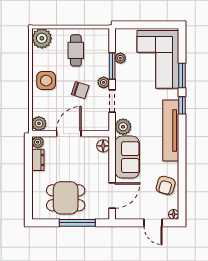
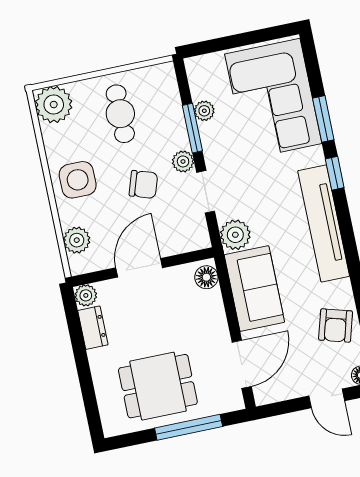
plant: (39, 124) -> (77, 240), moved

